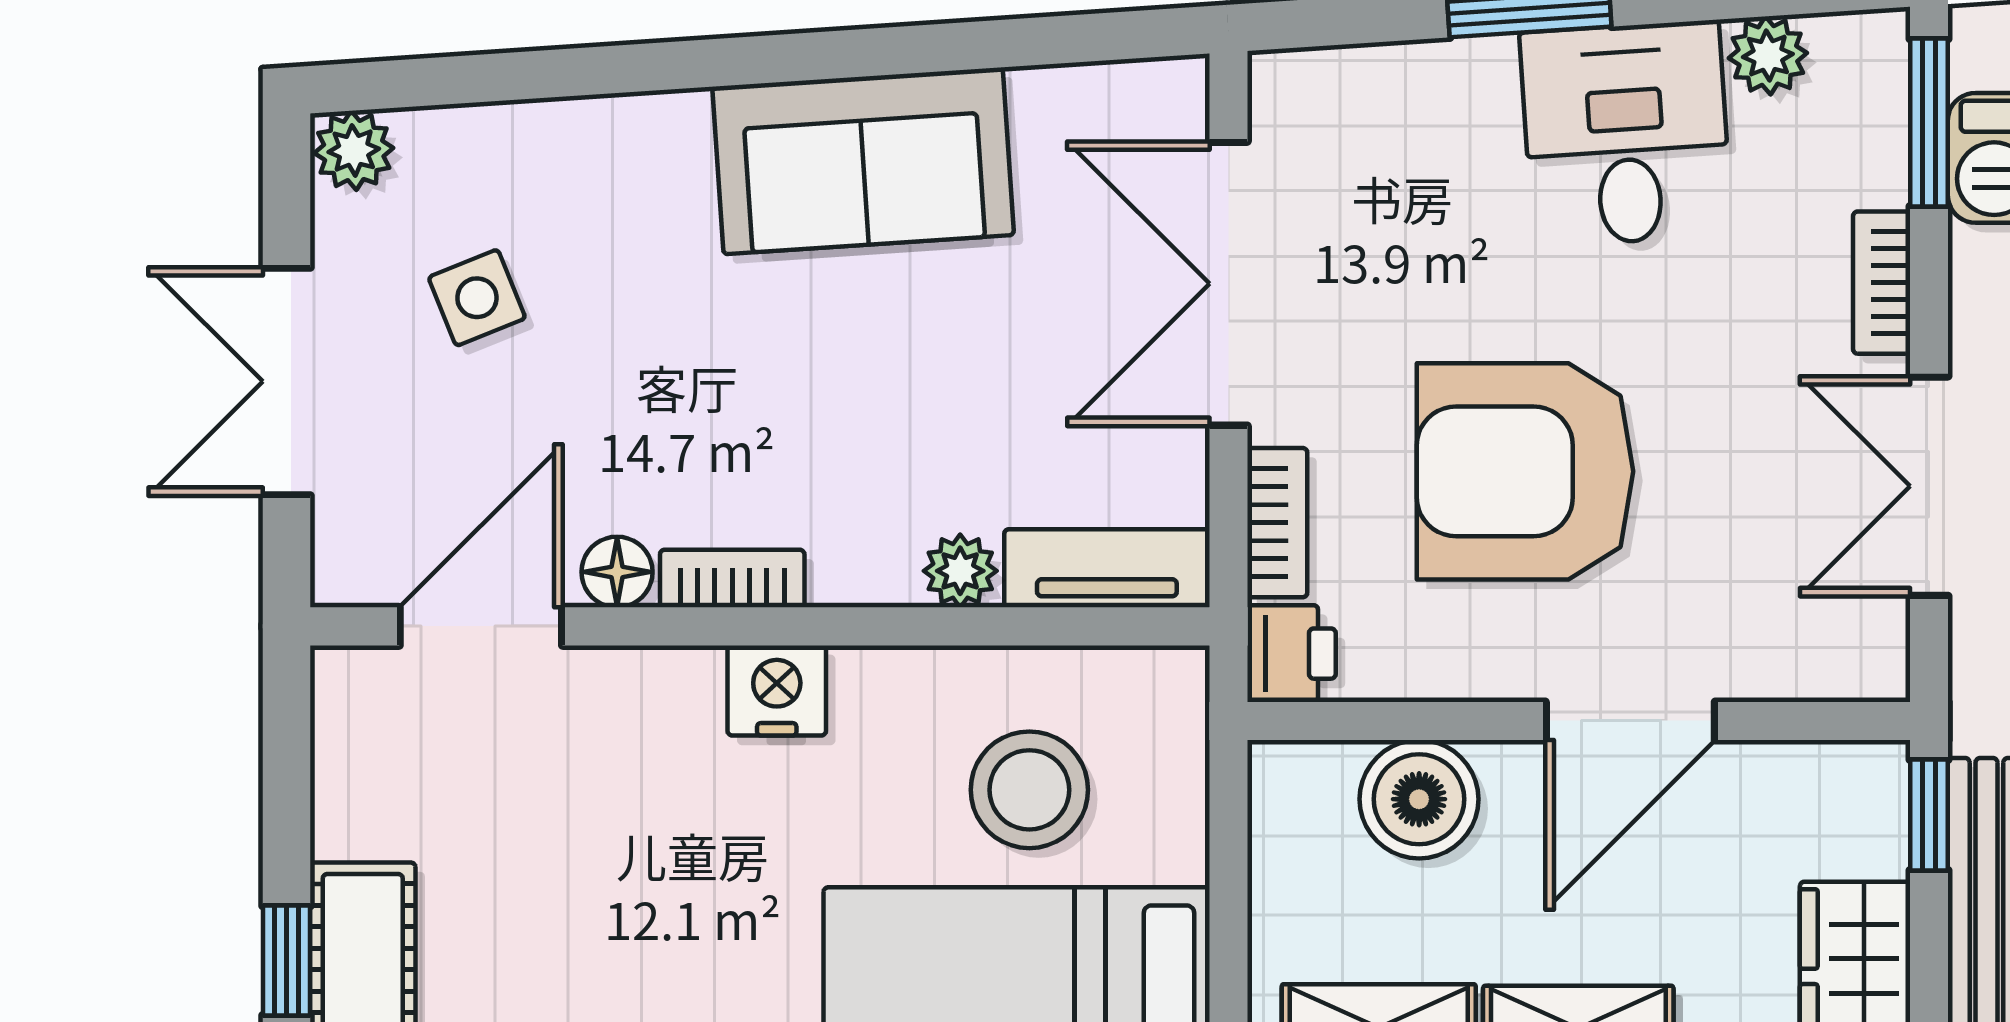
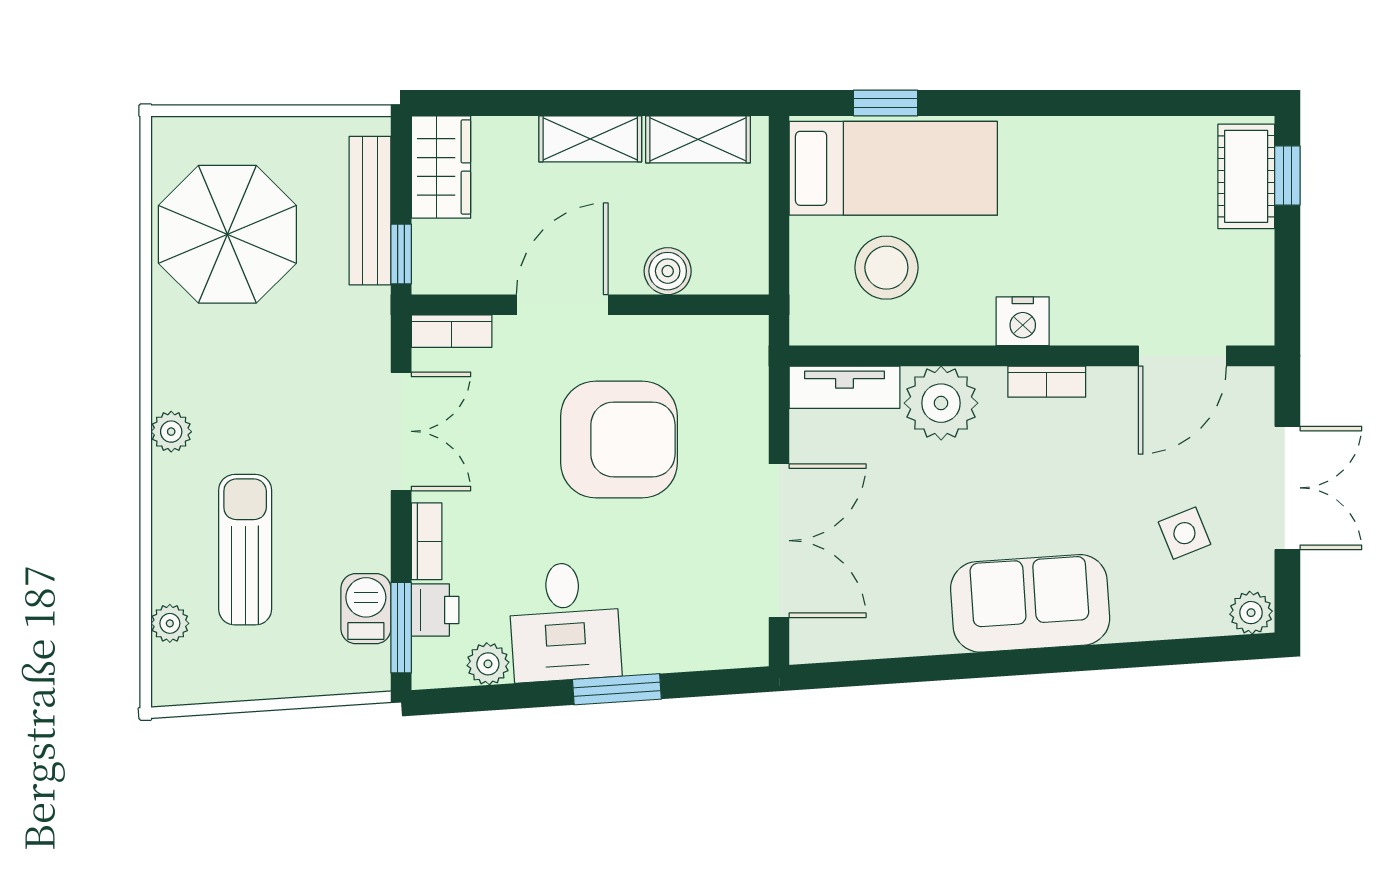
sofa: (863, 161) -> (1030, 603), moved
bookcase: (1277, 523) -> (452, 331), moved, turned -90
plant: (960, 571) -> (941, 403), width x1.88, depth x1.88
floor lamp: (617, 572) -> (1109, 385), removed
printer: (1291, 654) -> (435, 610), moved, turned 180
boiler: (1419, 799) -> (668, 271), width x0.73, depth x0.73

